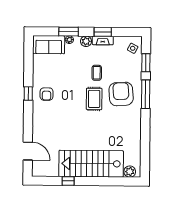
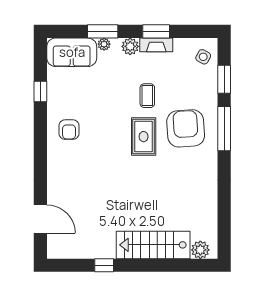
window: (28, 94) -> (40, 91), moved
stairs: (91, 164) -> (153, 245), width x0.73, depth x0.66

